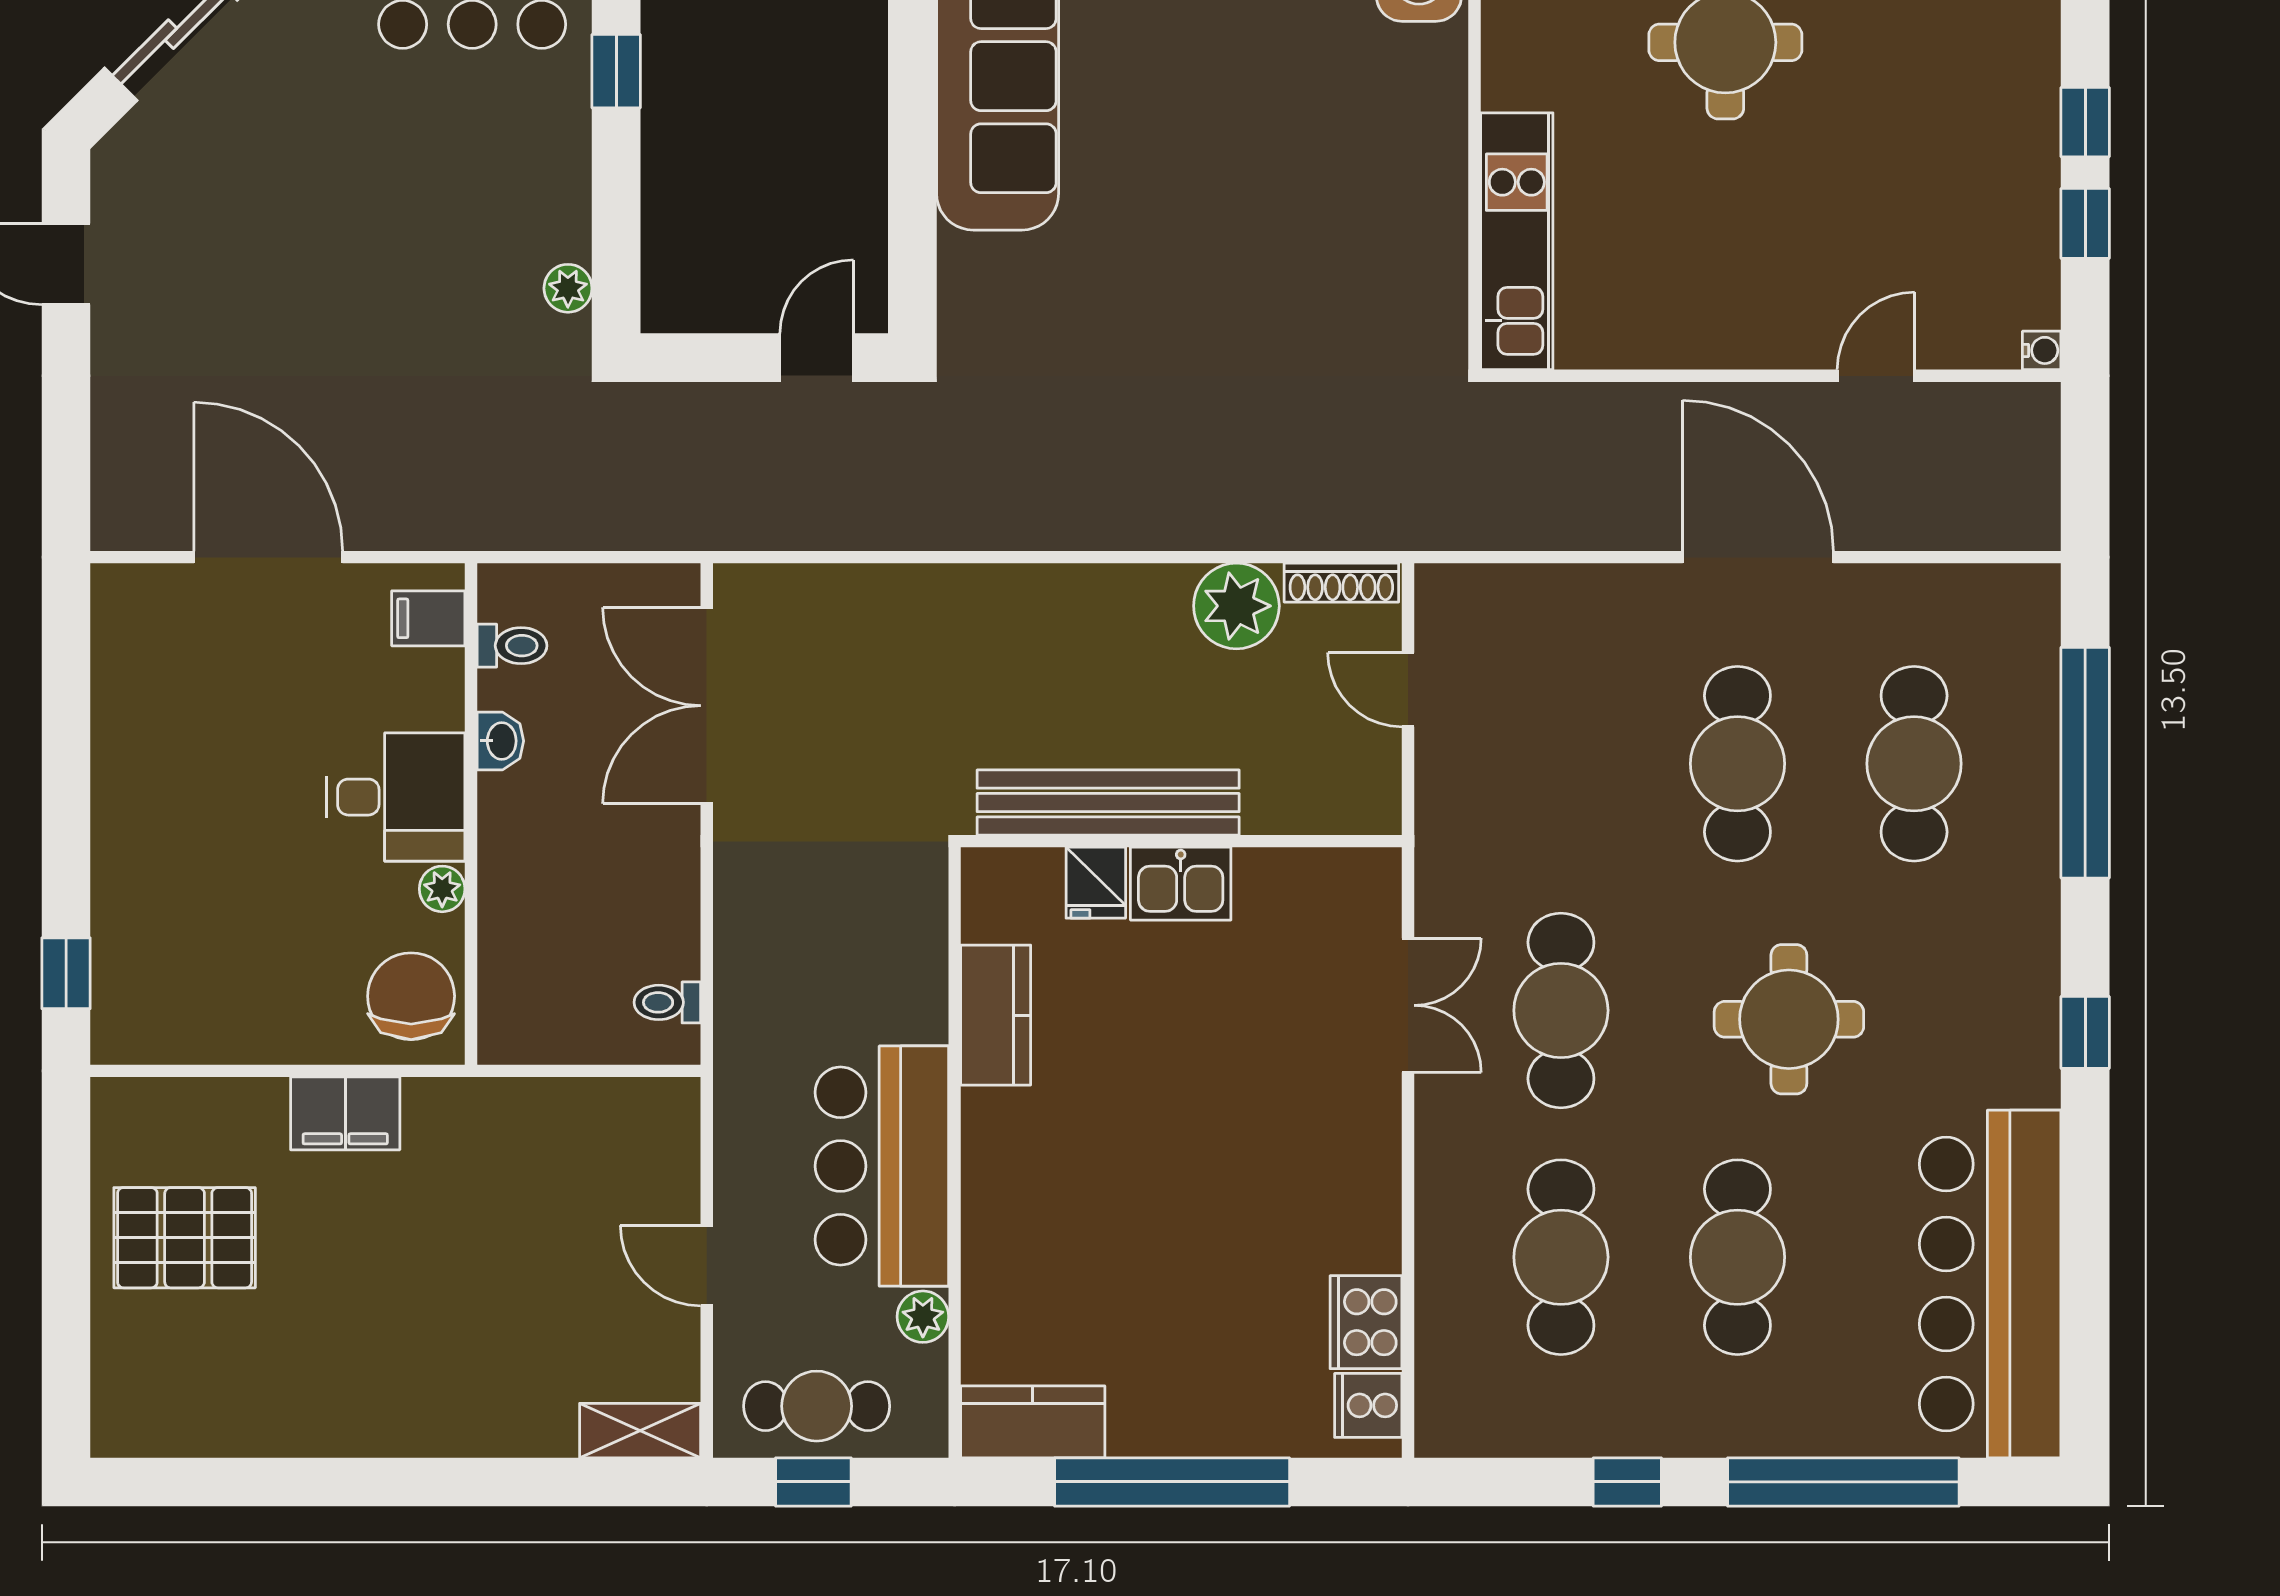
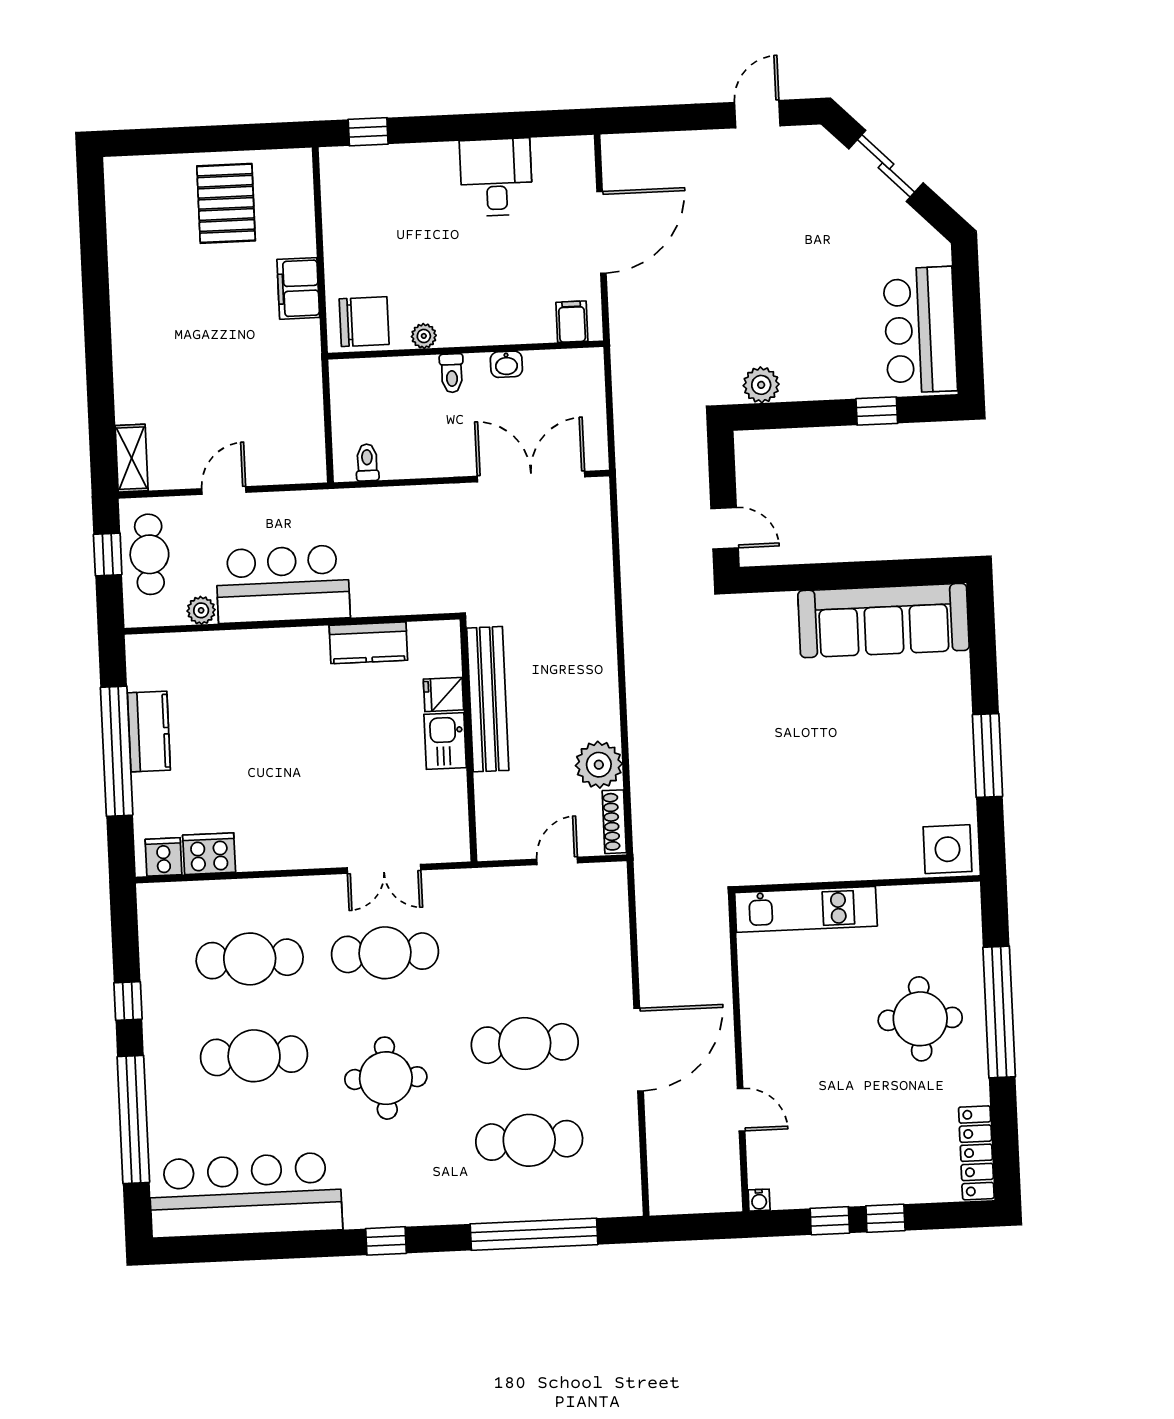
plant: (568, 288) -> (761, 385), width x1.38, depth x1.38
toilet: (512, 646) -> (452, 373), moved
desk: (396, 797) -> (496, 177), moved, turned 180
kitchen counter: (1033, 1422) -> (149, 731), moved

